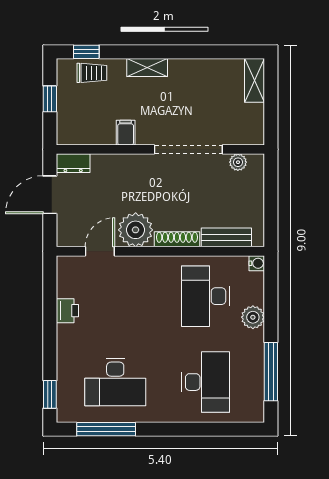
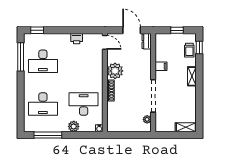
bench: (226, 237) -> (111, 114), removed
door: (100, 251) -> (105, 42), moved
desk: (115, 382) -> (43, 61), turned -90

